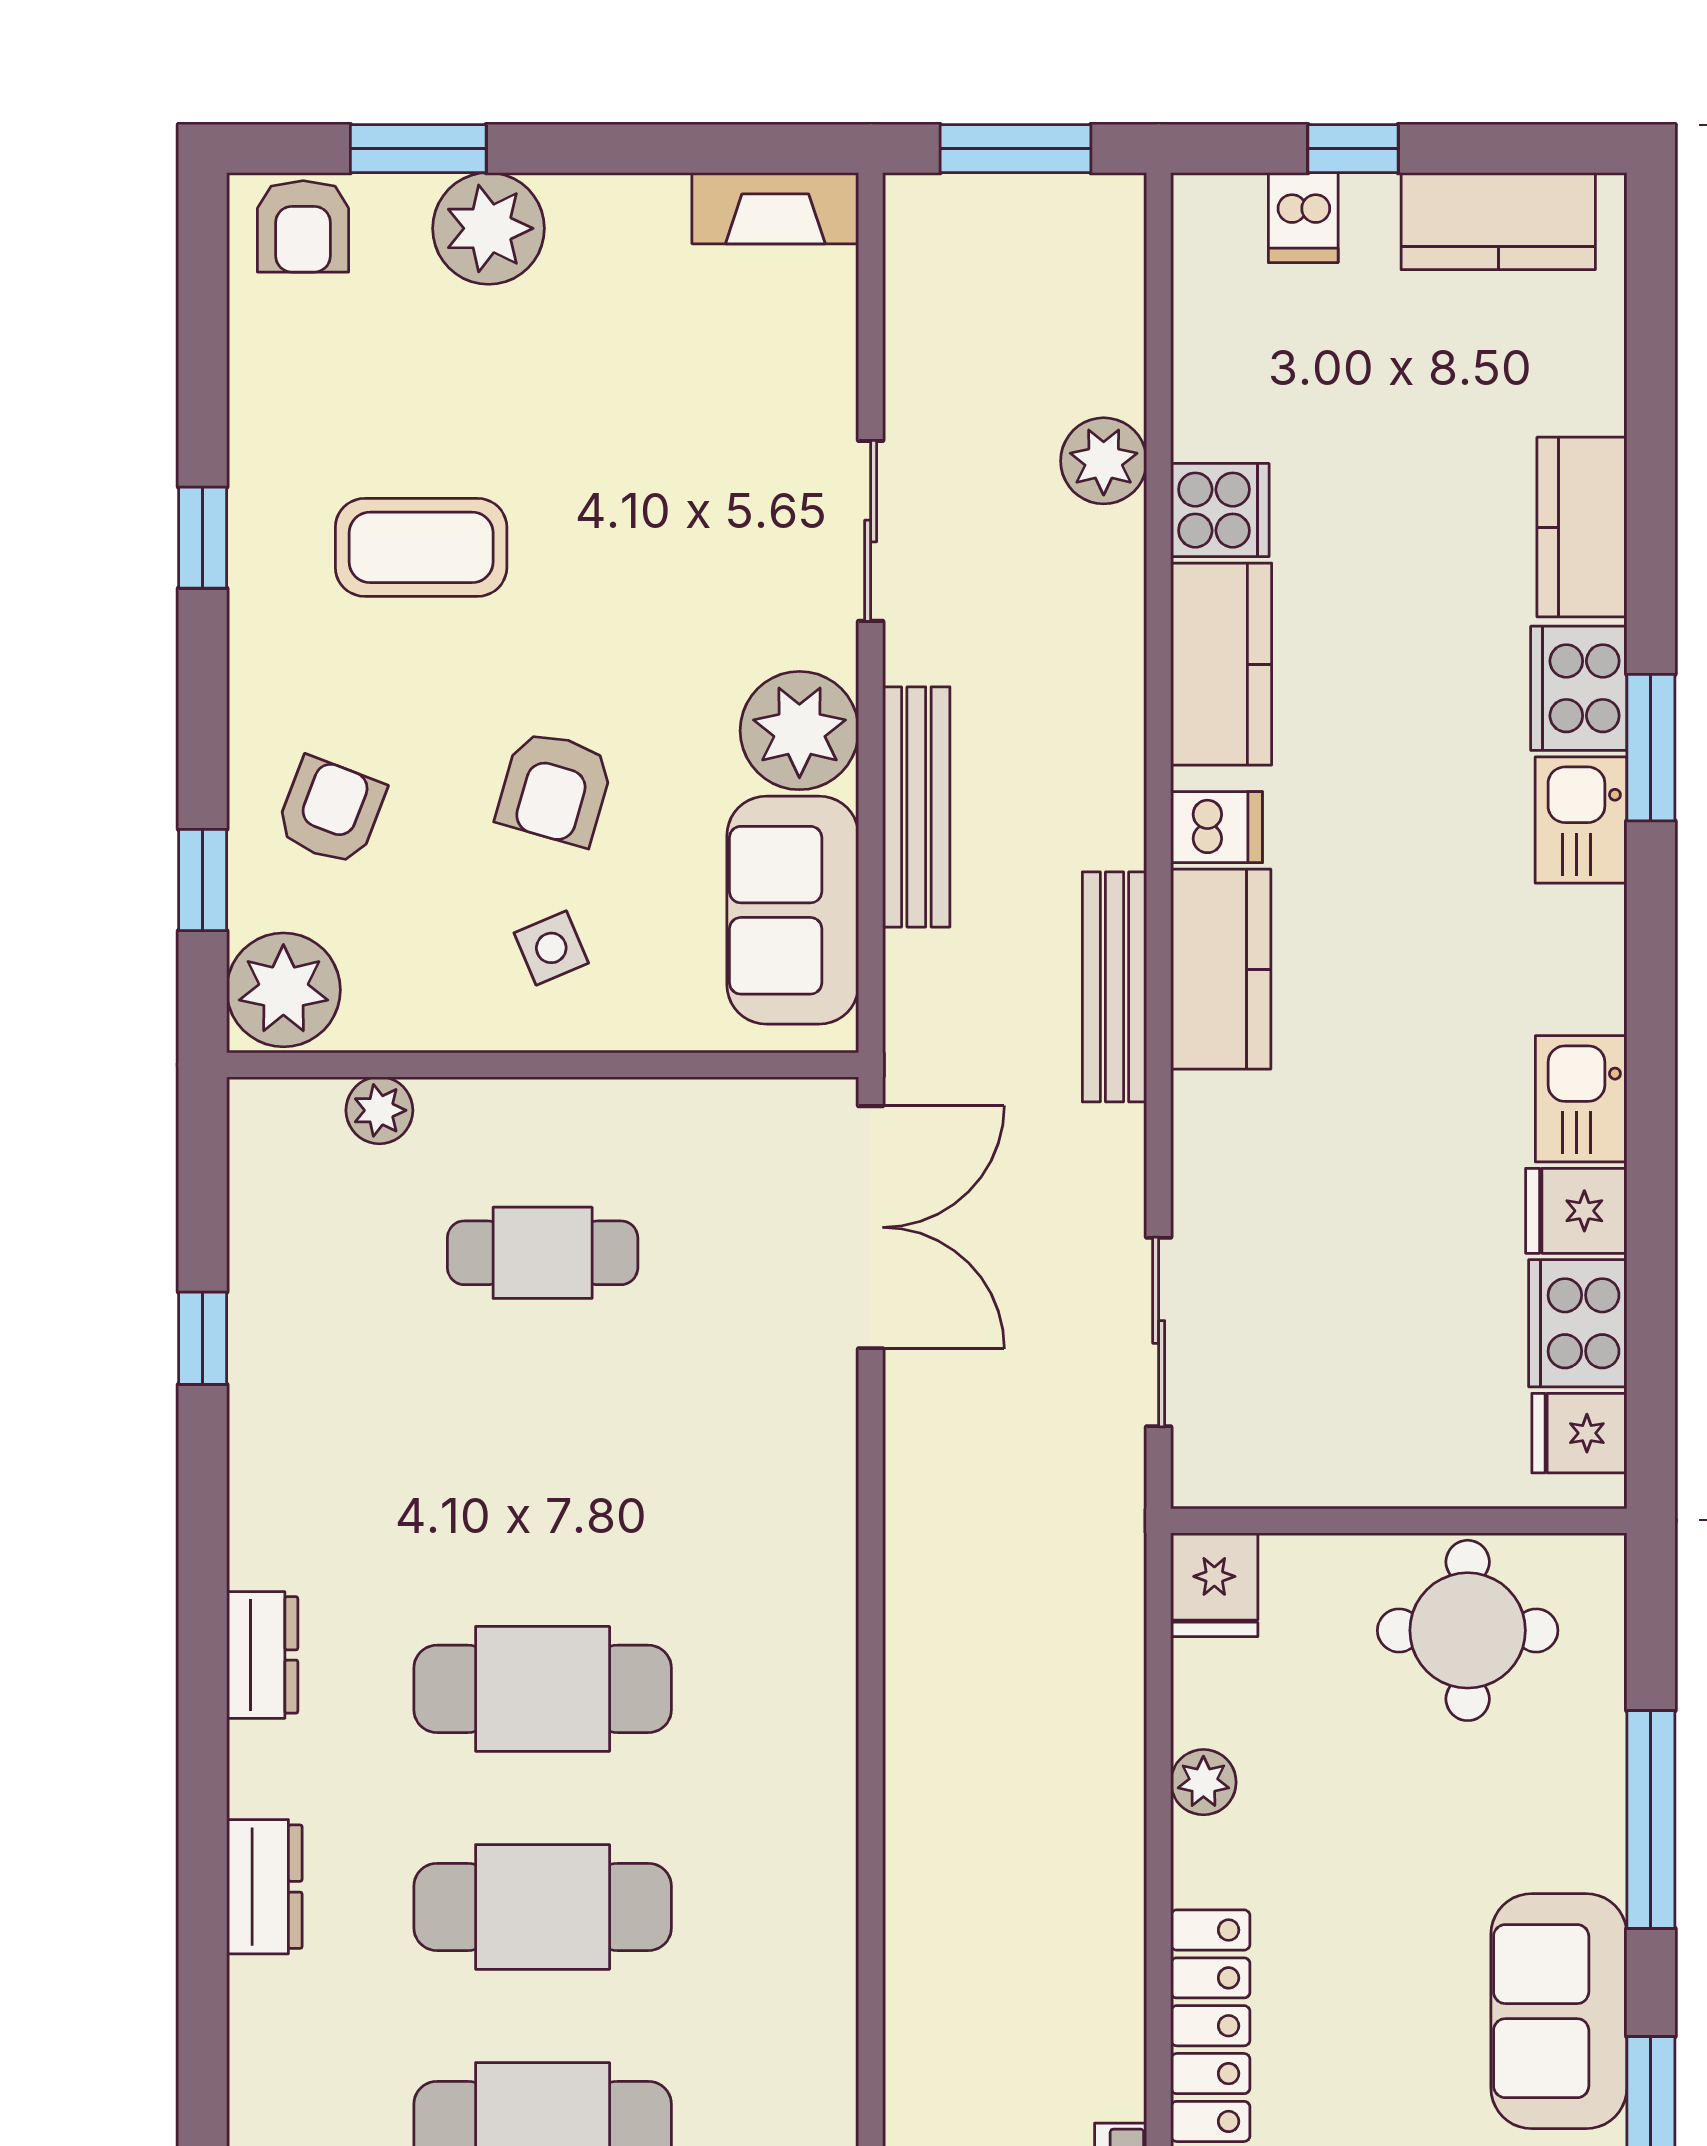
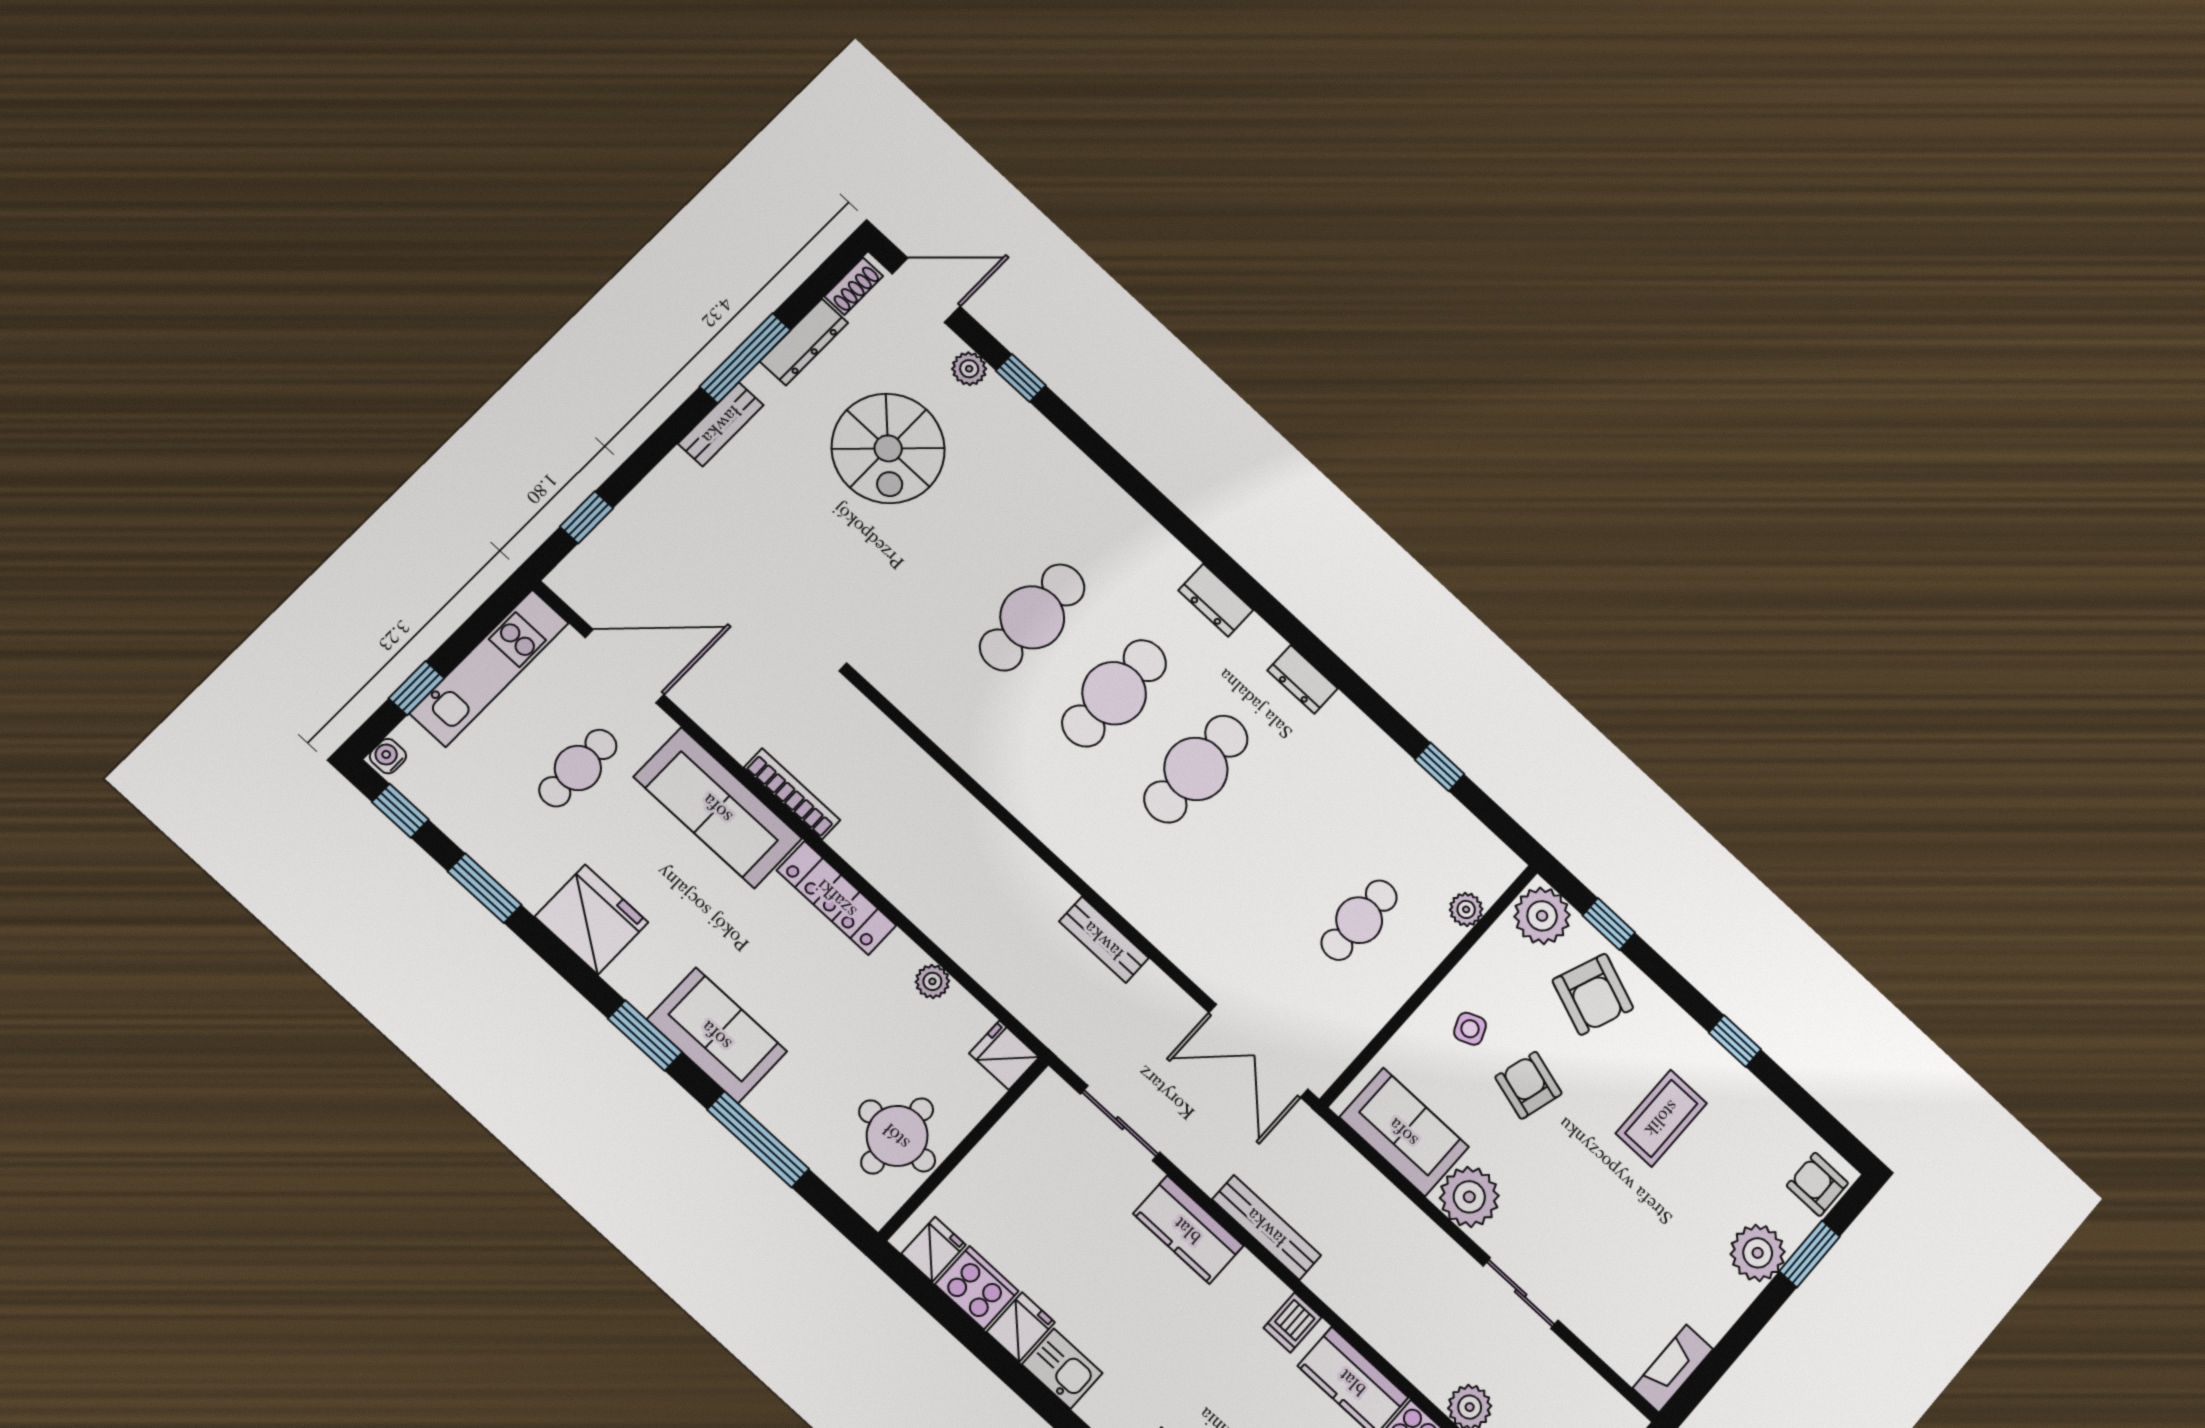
bench: (916, 807) -> (1104, 940), moved, width x0.73
armchair: (331, 811) -> (1593, 994), width x1.38, depth x1.38
kitchen counter: (1221, 969) -> (1188, 1230), moved

